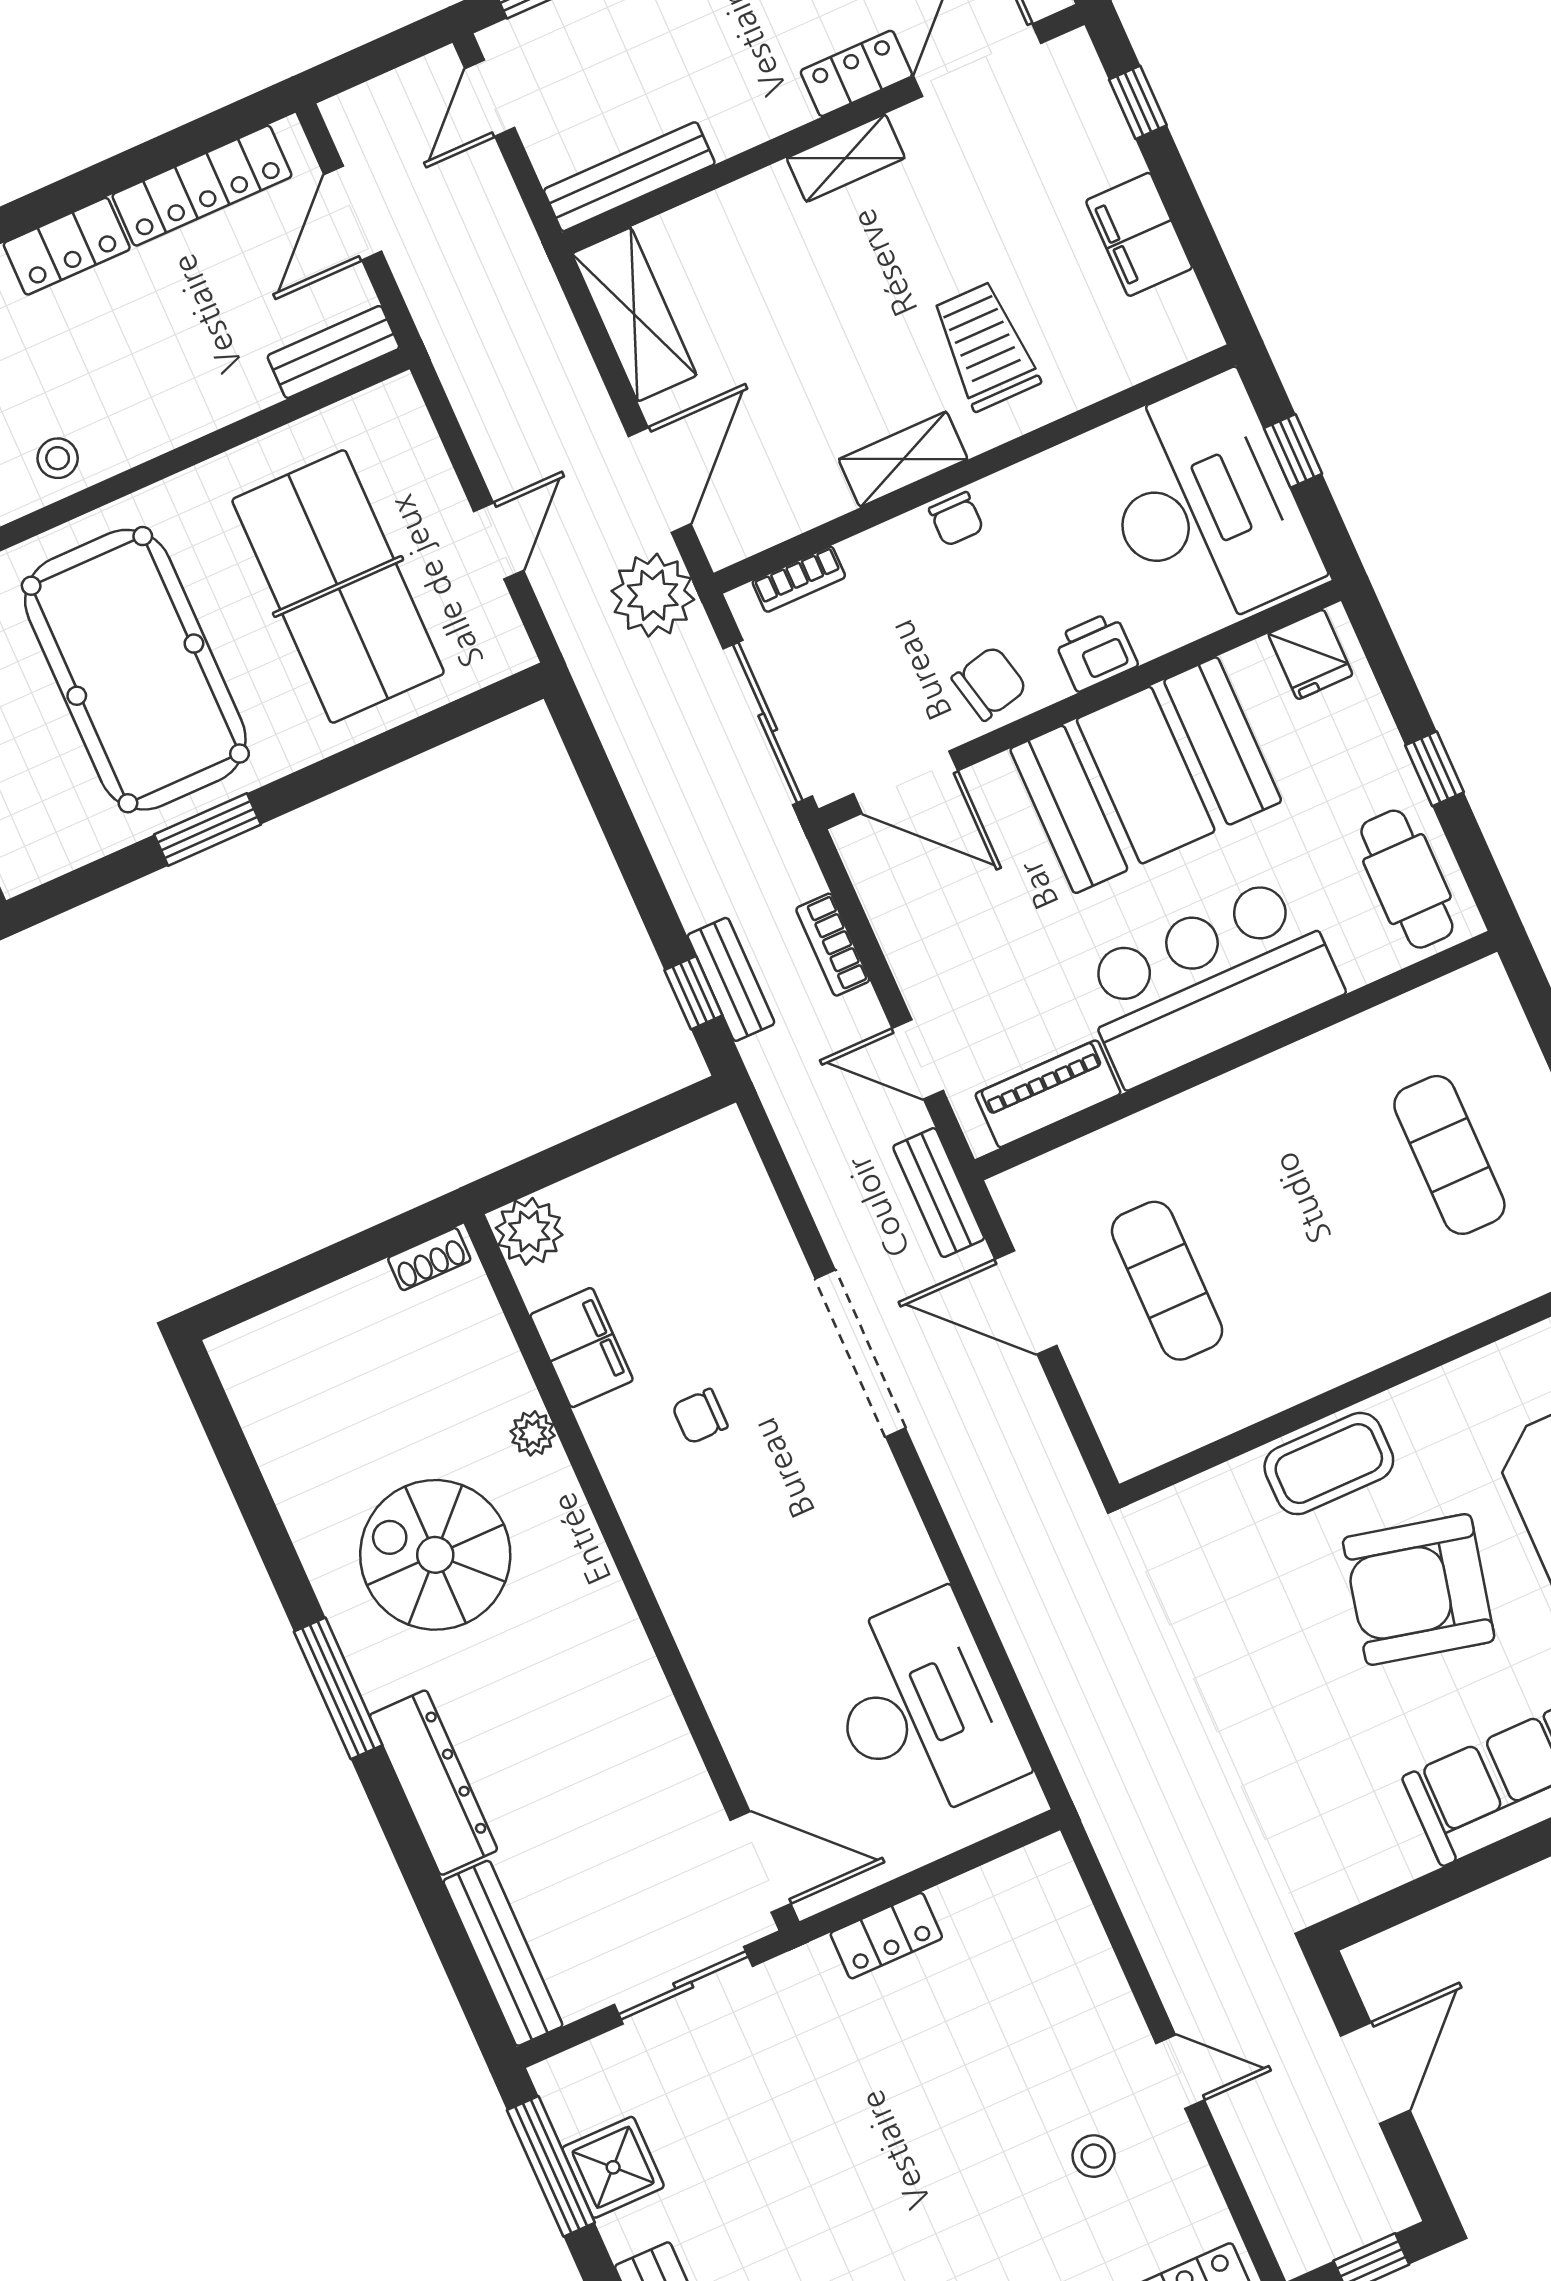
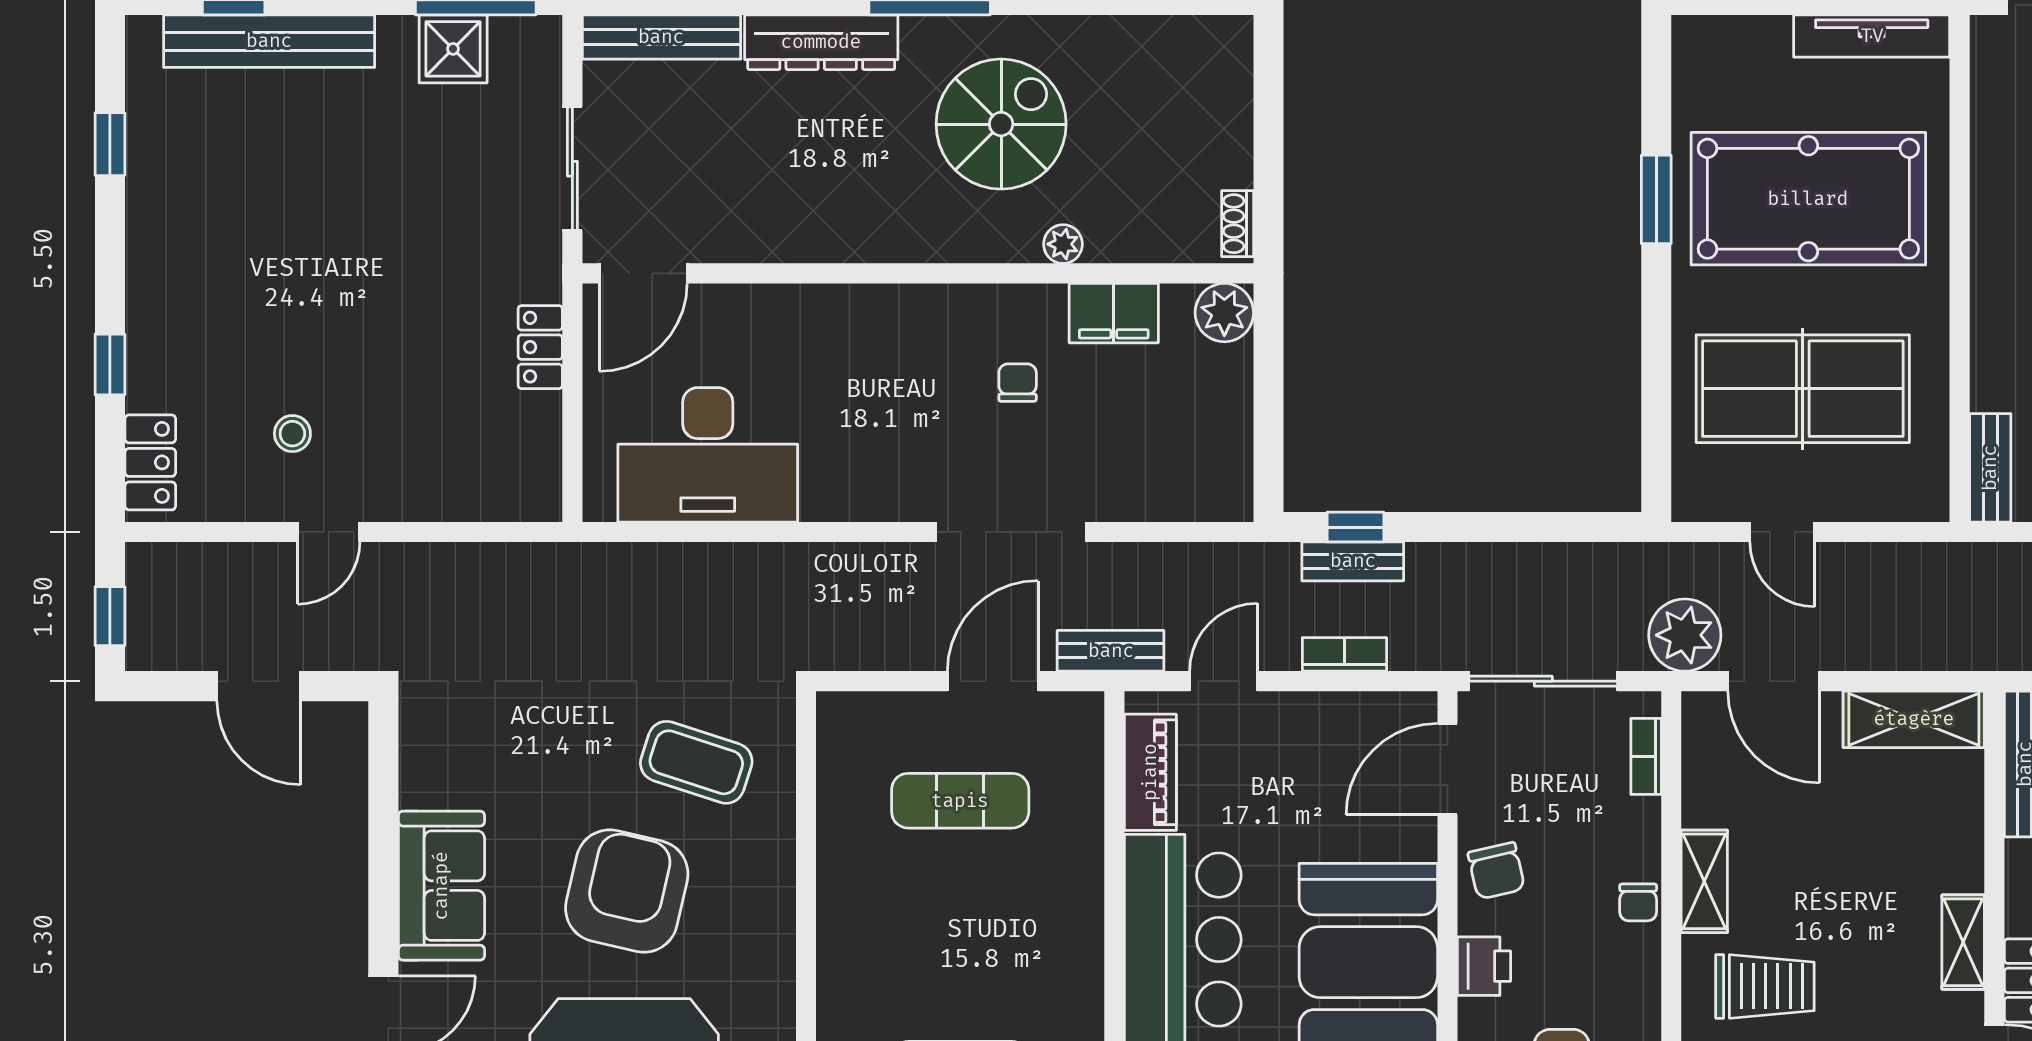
stool: (58, 458) -> (2003, 212), removed
chair: (956, 519) -> (1638, 902), turned -90
coffee table: (1329, 1464) -> (696, 762), moved, turned -72

